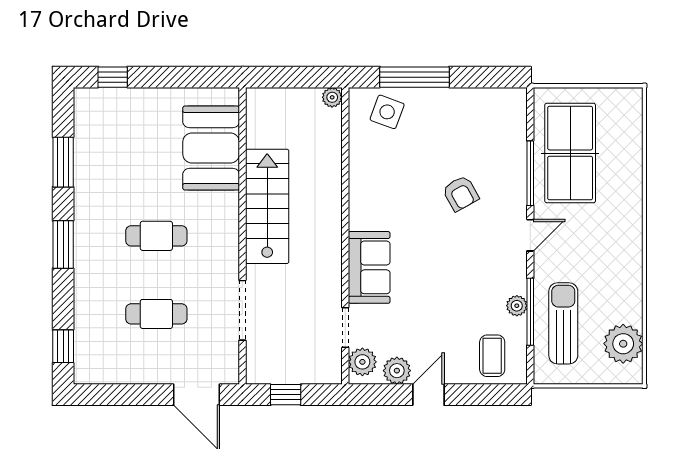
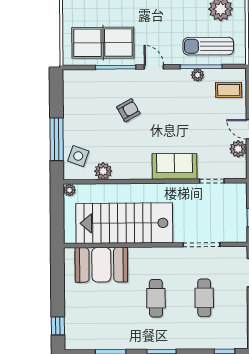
stairs: (267, 206) -> (124, 223), width x1.36, depth x1.51
plant: (362, 362) -> (103, 171), moved

